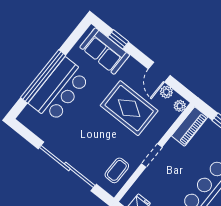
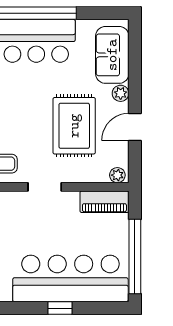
window: (118, 39) -> (135, 59), removed
plant: (166, 92) -> (121, 93), moved

